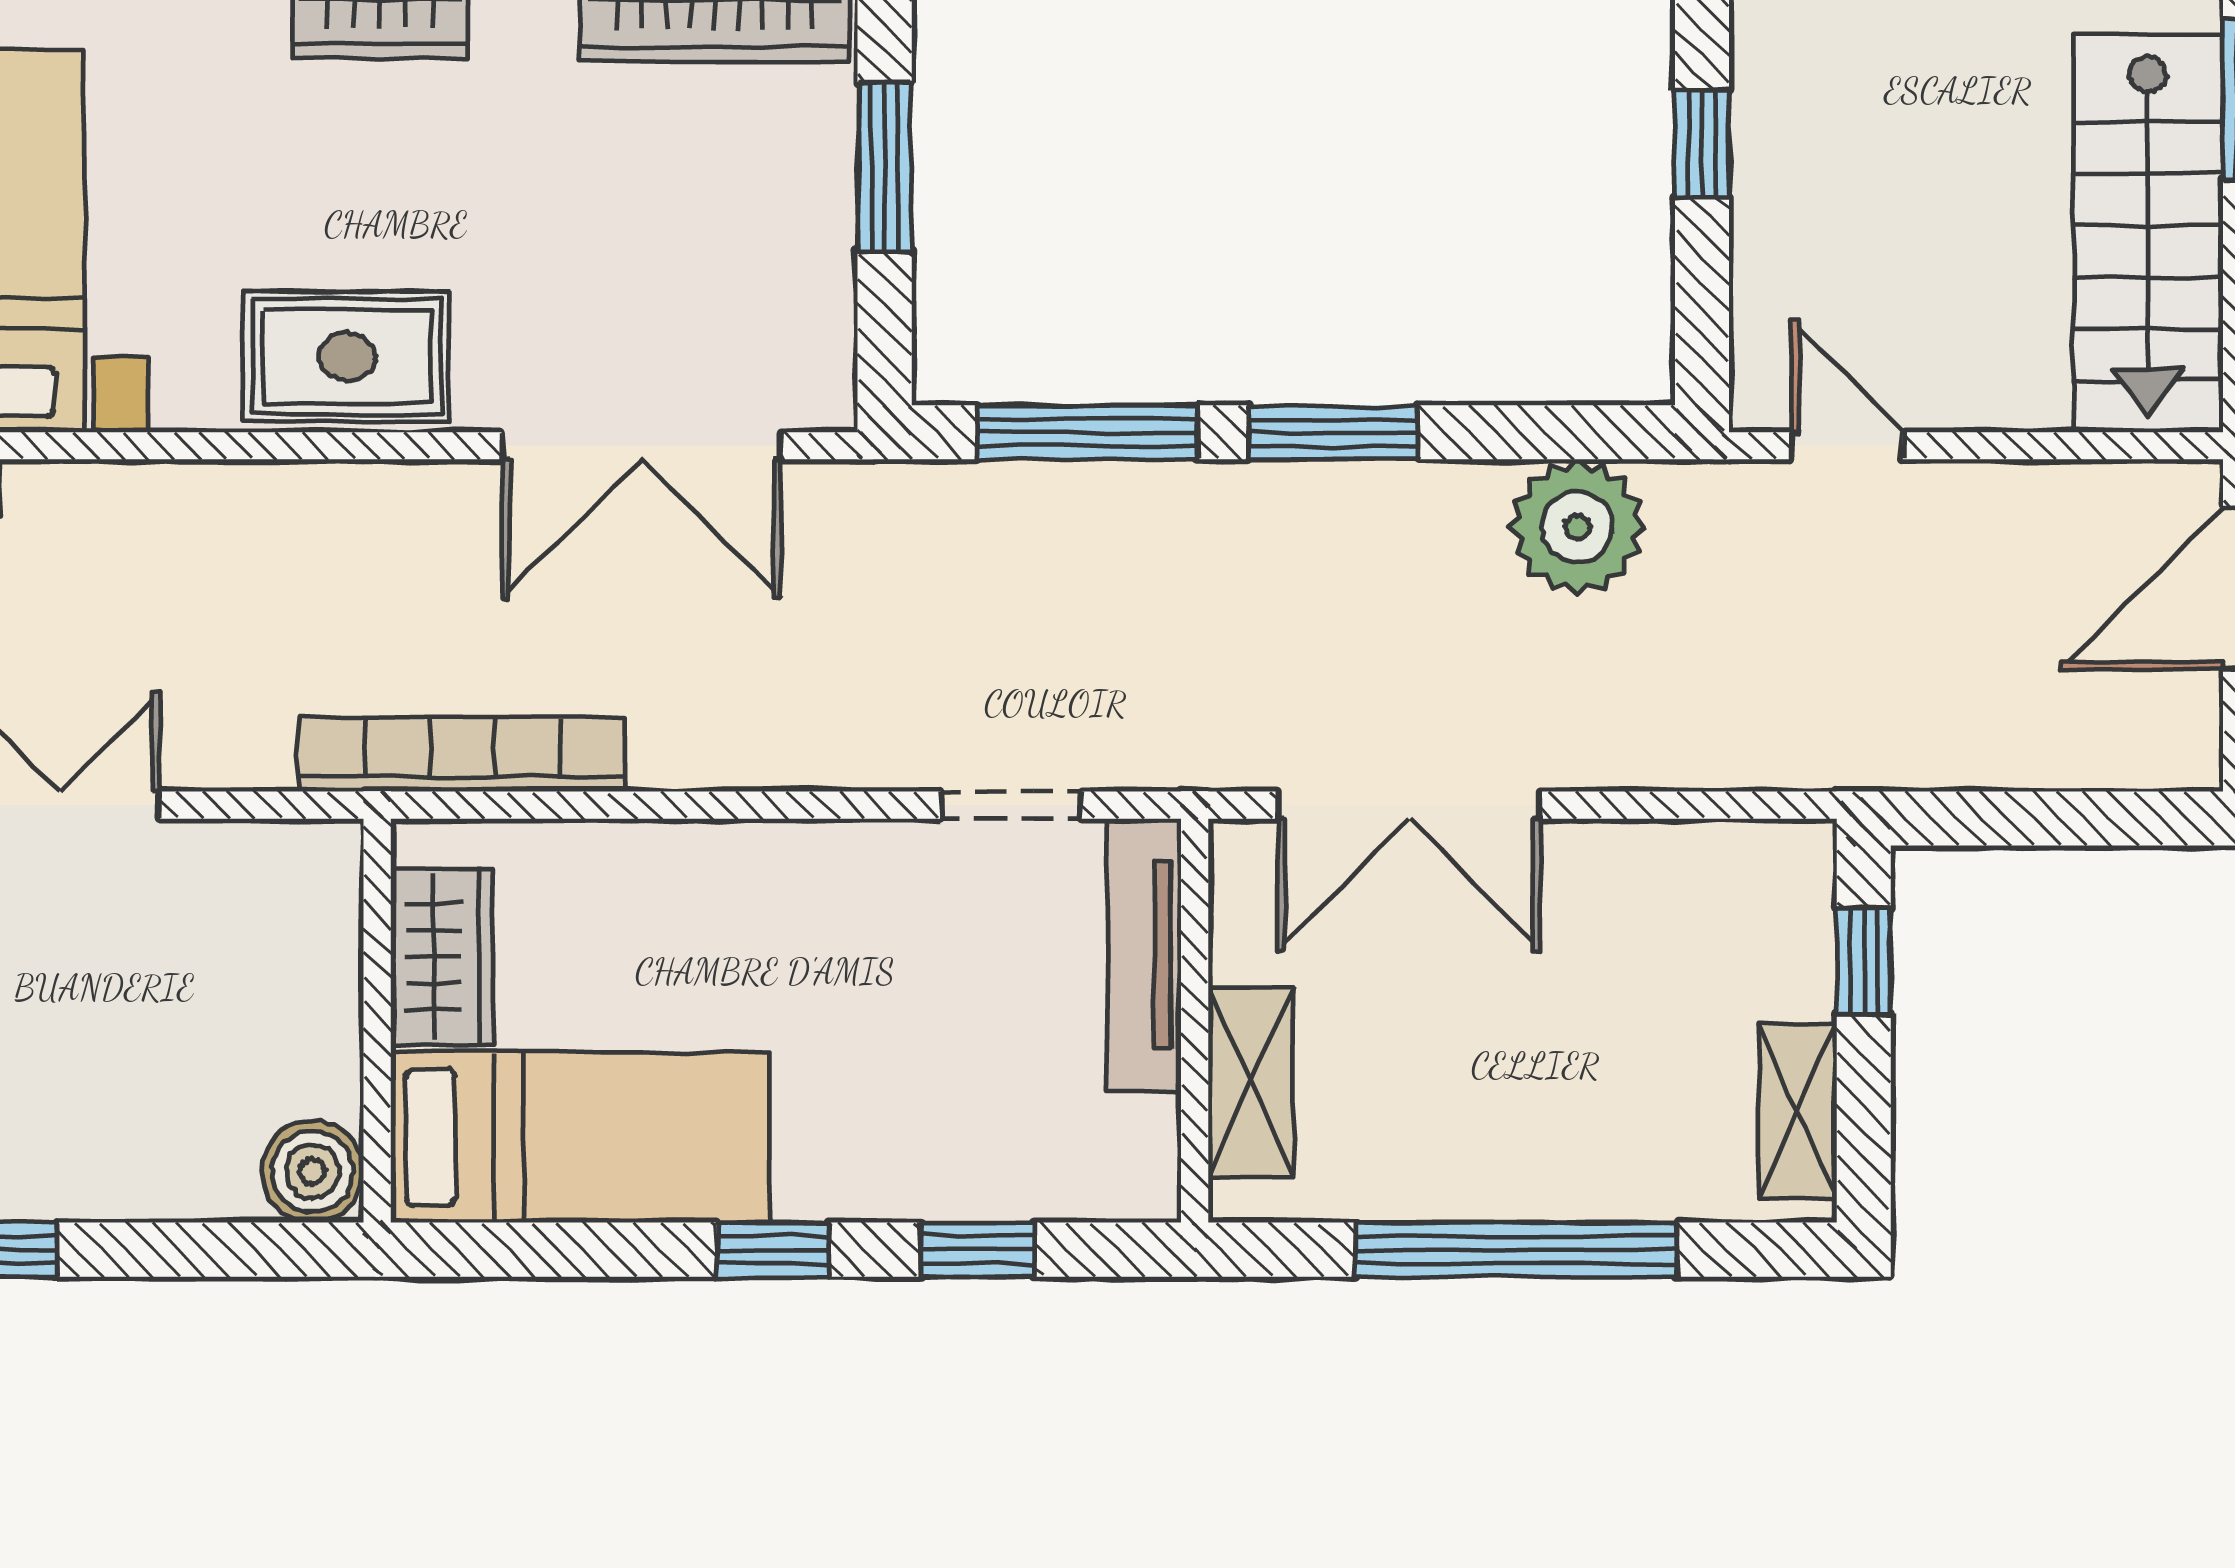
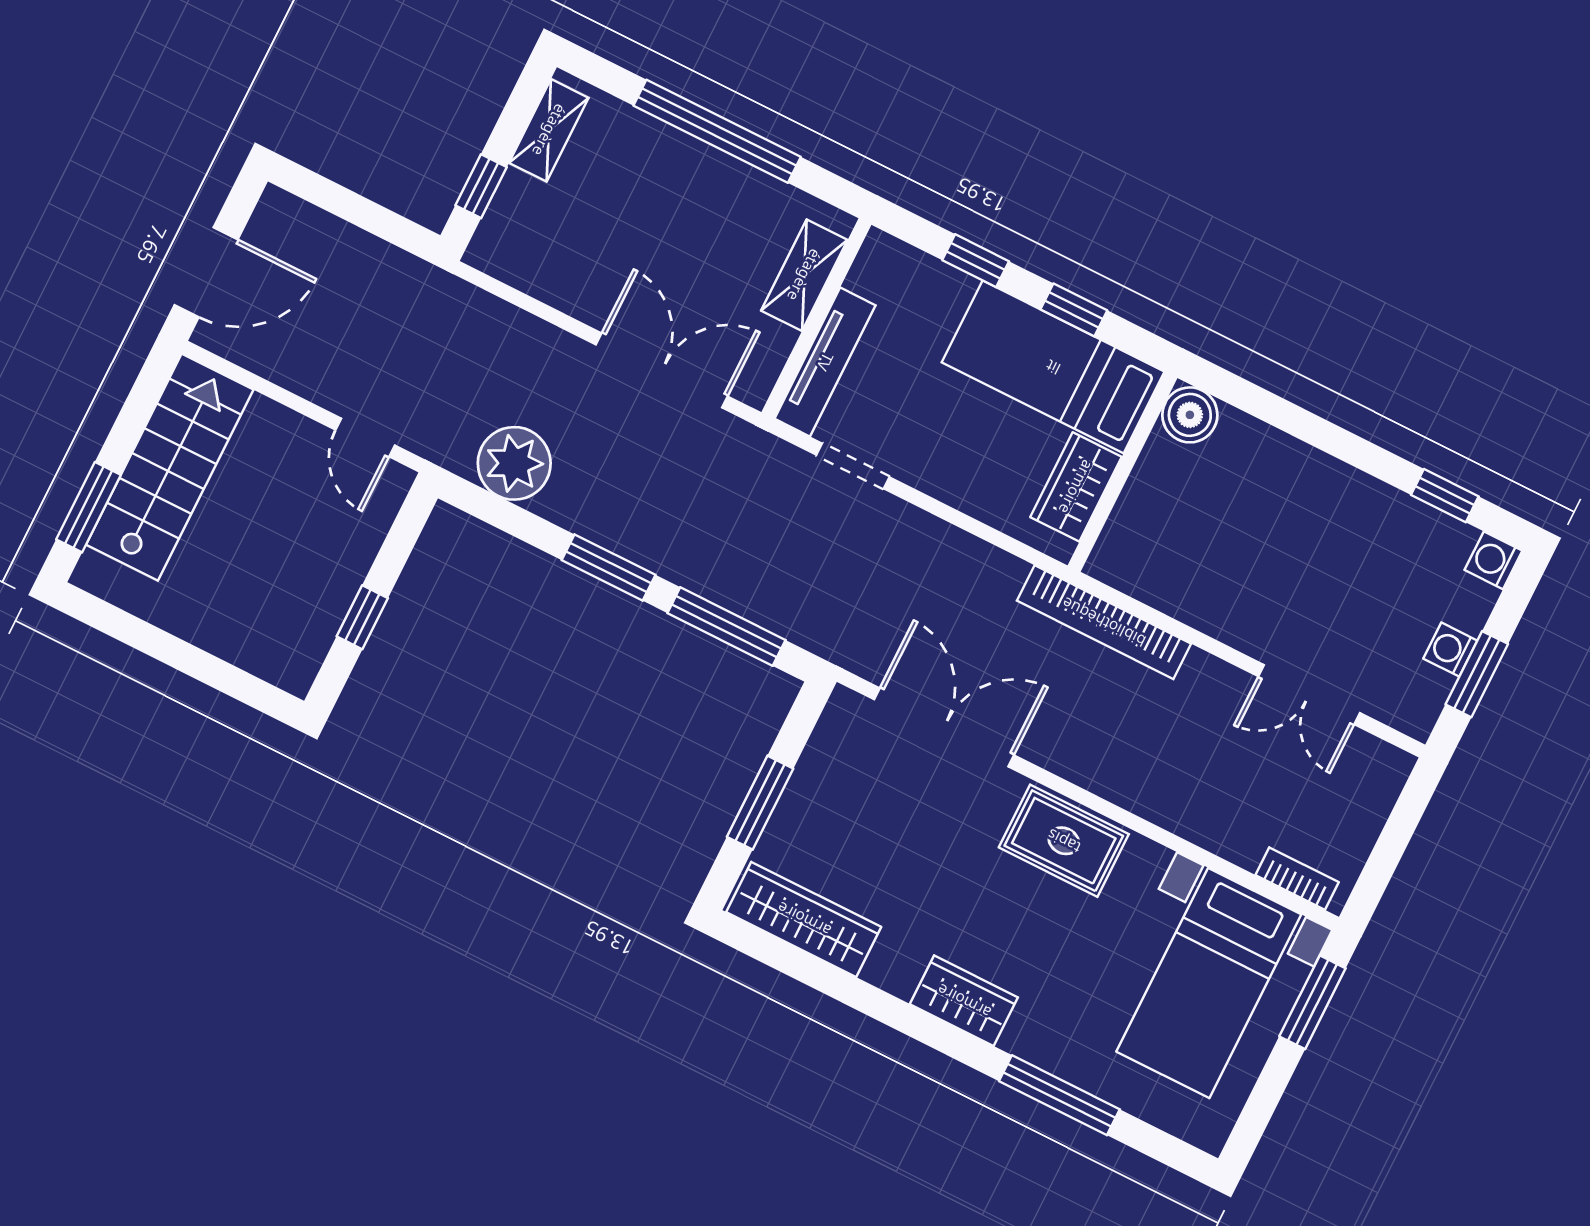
wardrobe: (442, 956) -> (1076, 487), moved
wall: (377, 1021) -> (1123, 472), moved
bed: (580, 1137) -> (1053, 367), moved
boiler: (312, 1171) -> (1190, 415), moved

